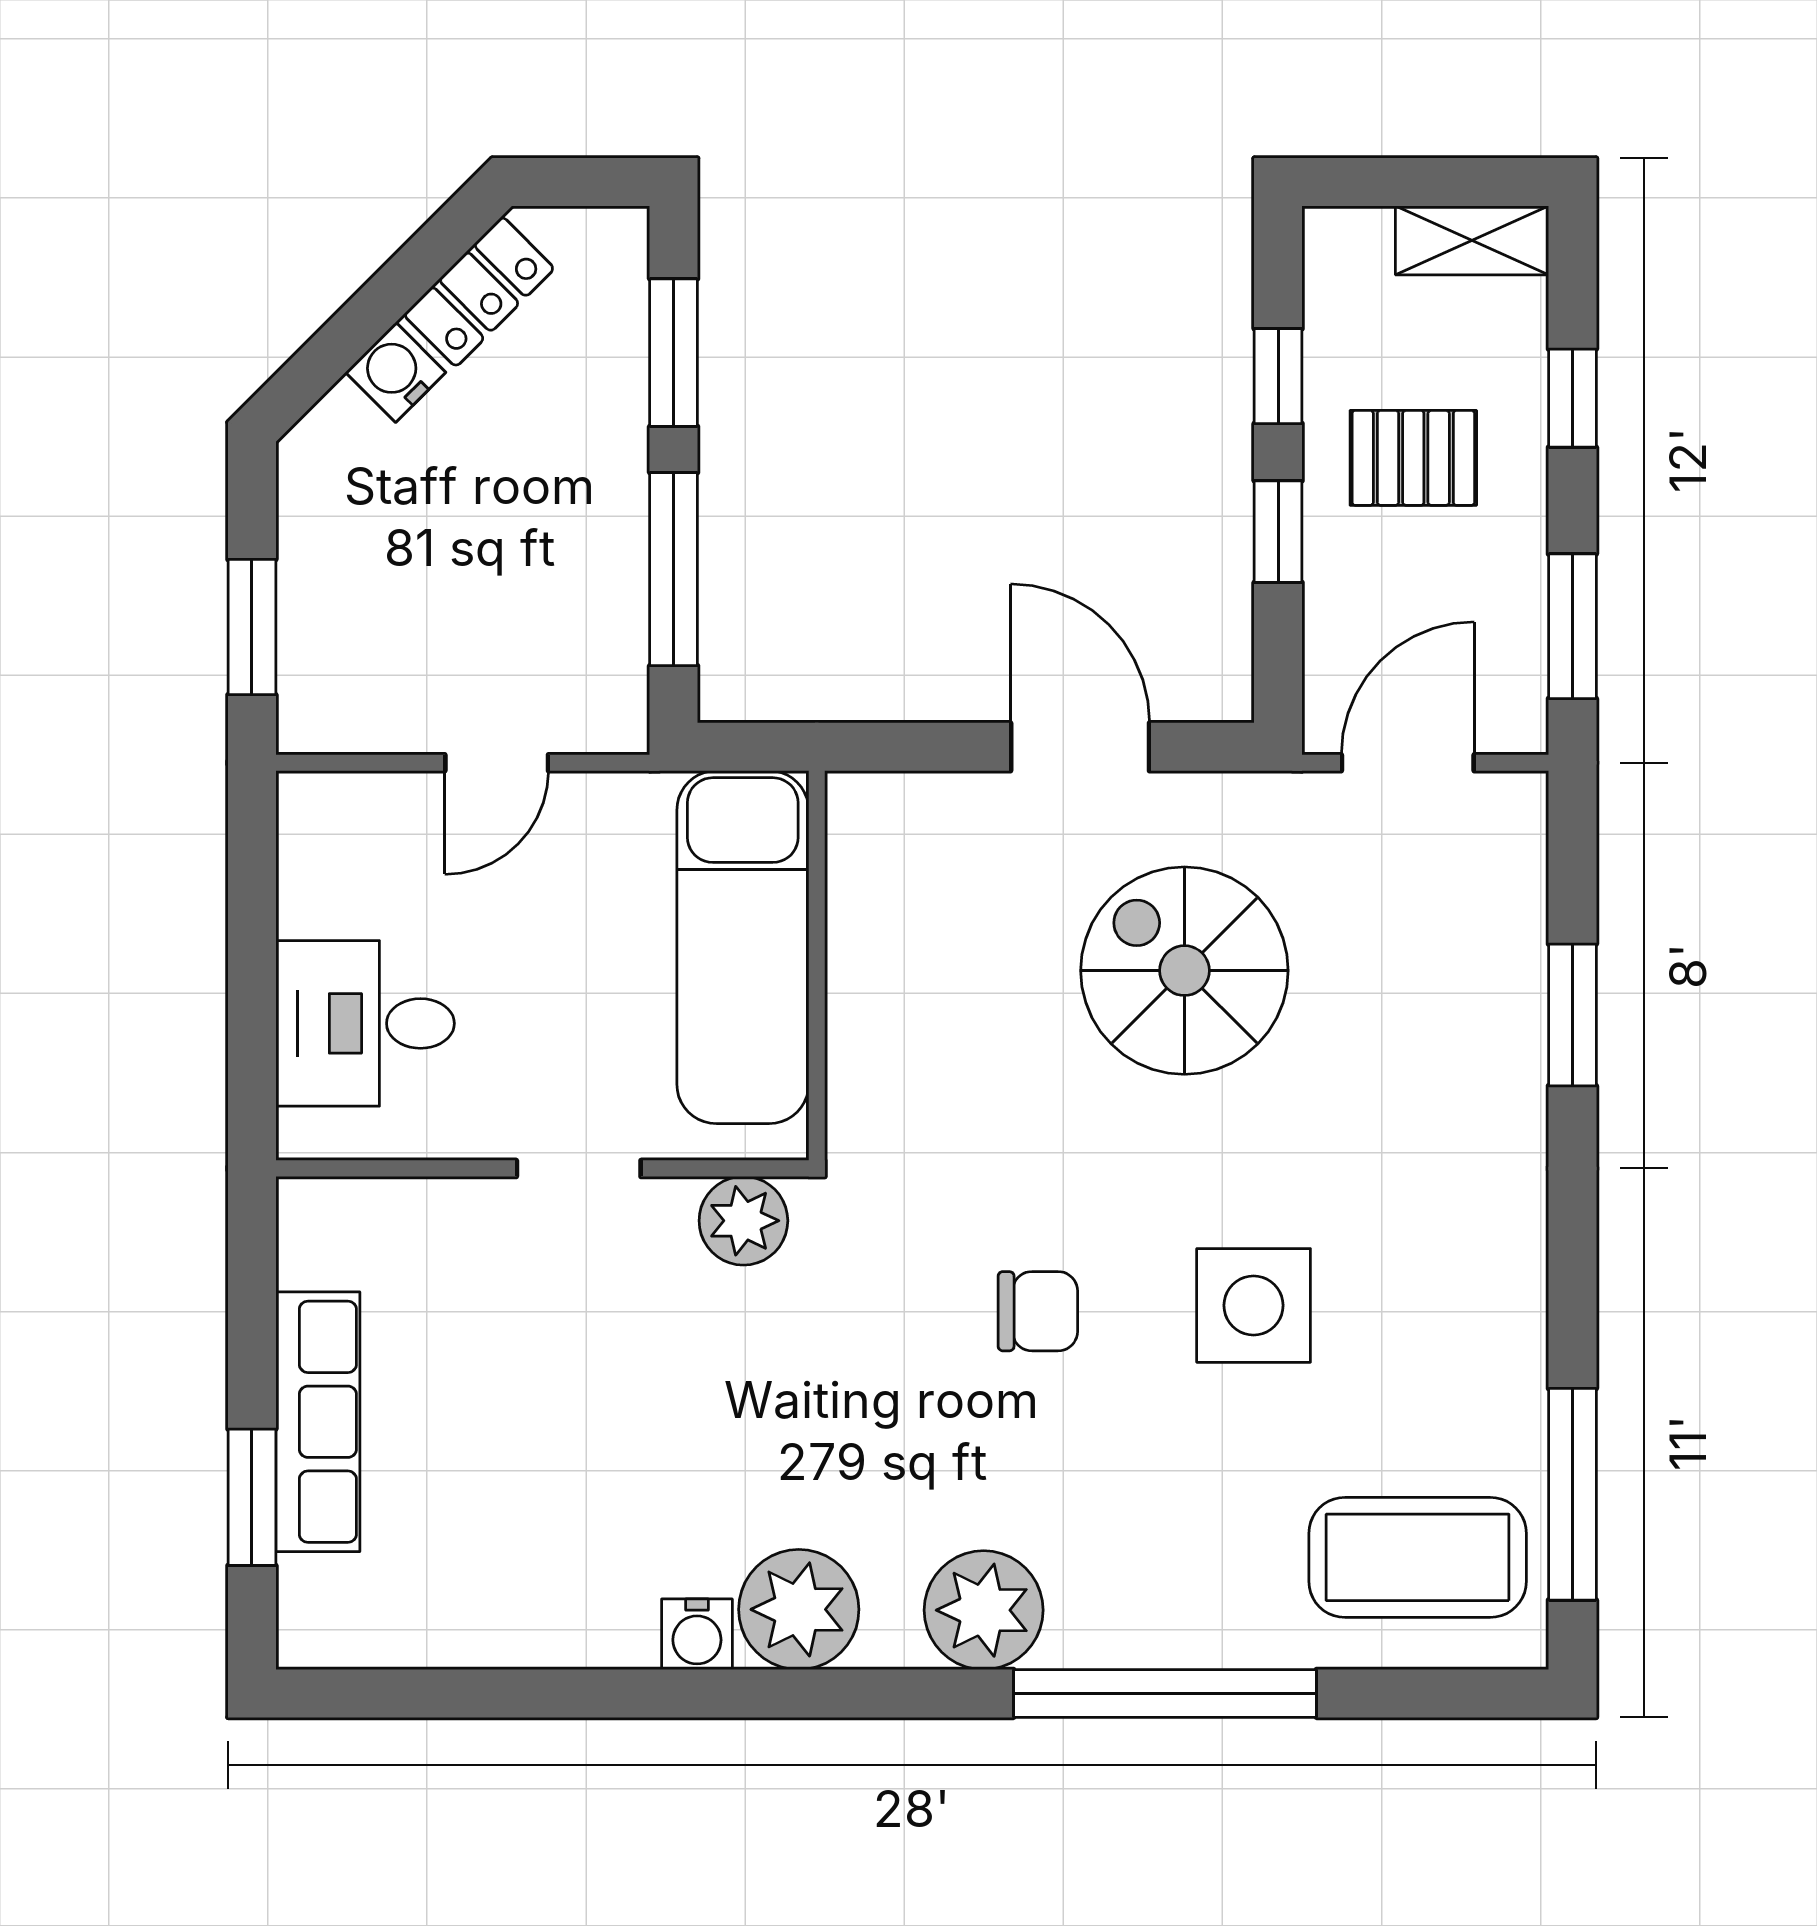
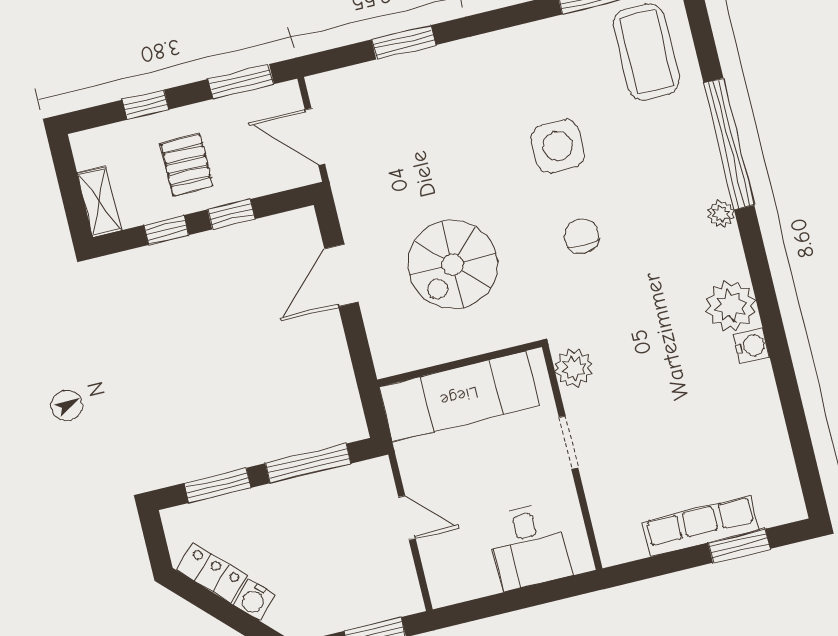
shelving: (1472, 240) -> (99, 202), moved
spiral stairs: (1184, 971) -> (453, 264), moved
plant: (984, 1610) -> (721, 214), width x0.53, depth x0.53

